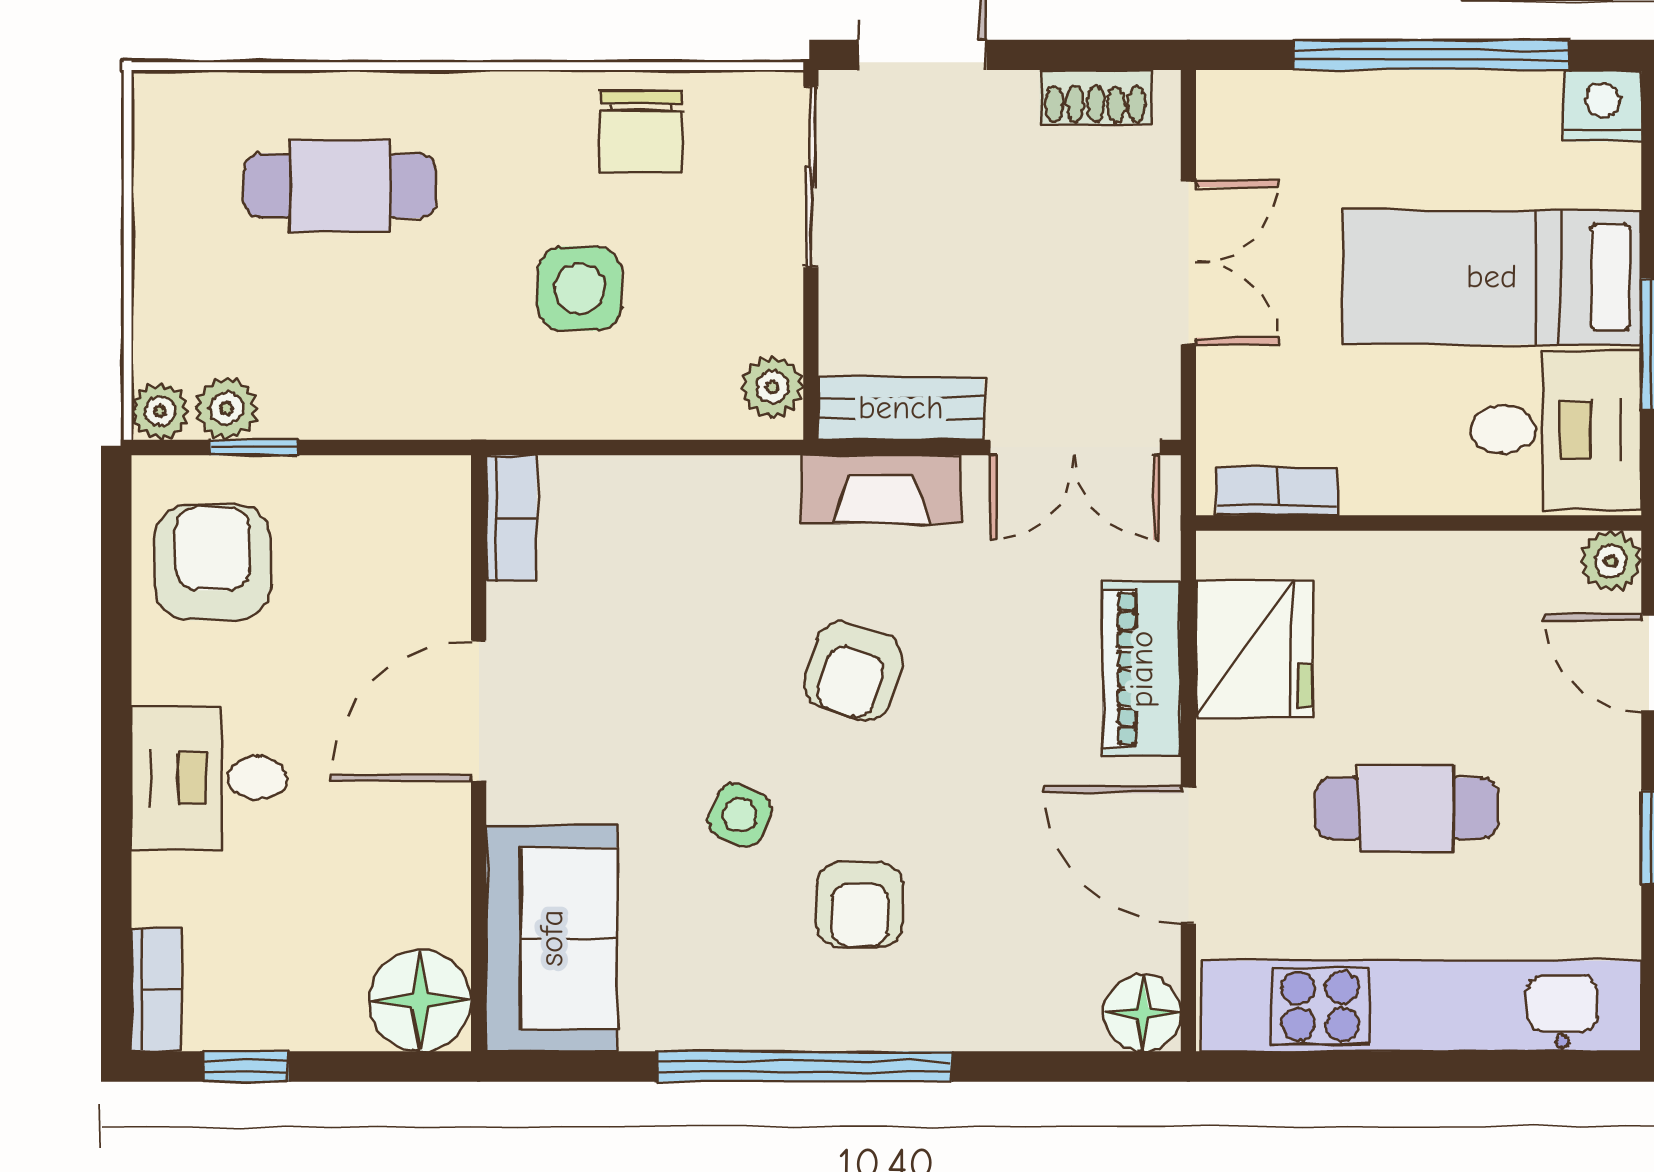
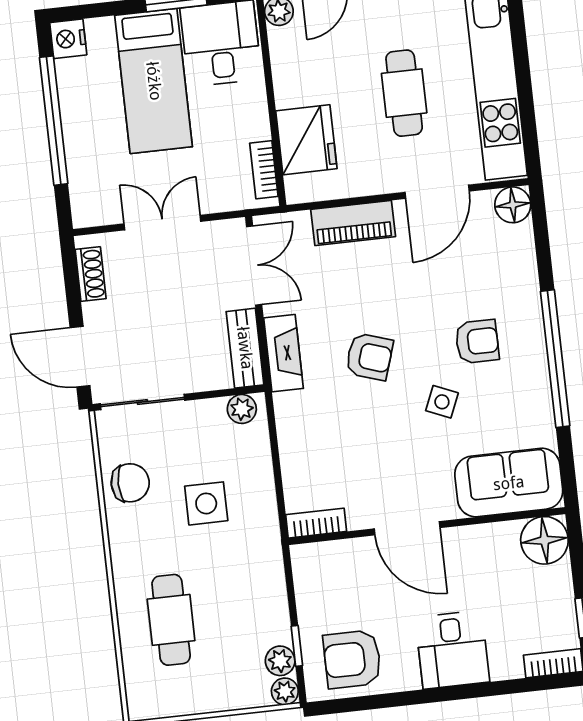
fridge: (1254, 649) -> (306, 140), moved, turned 90

